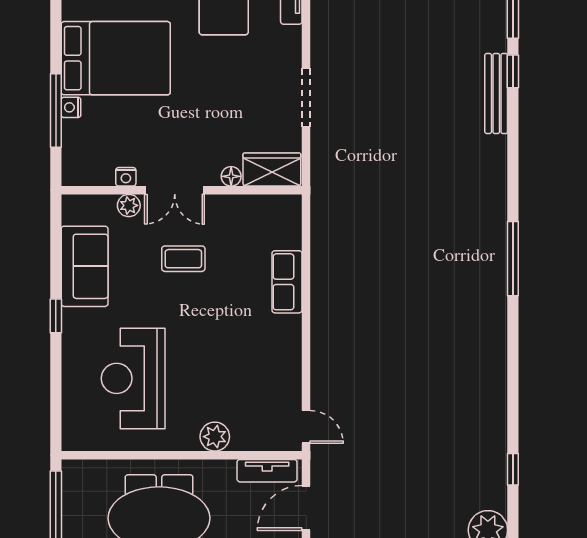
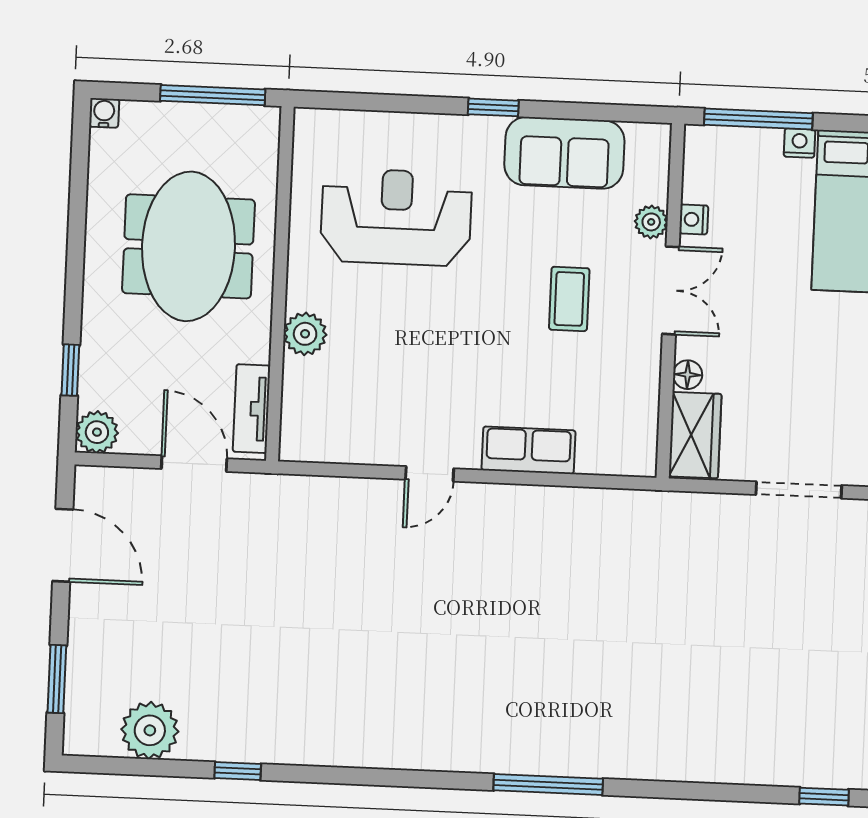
bench: (496, 93) -> (793, 771), removed
window: (56, 111) -> (758, 119), moved
double door: (175, 190) -> (671, 290), swing flipped
door: (306, 427) -> (430, 474), moved

